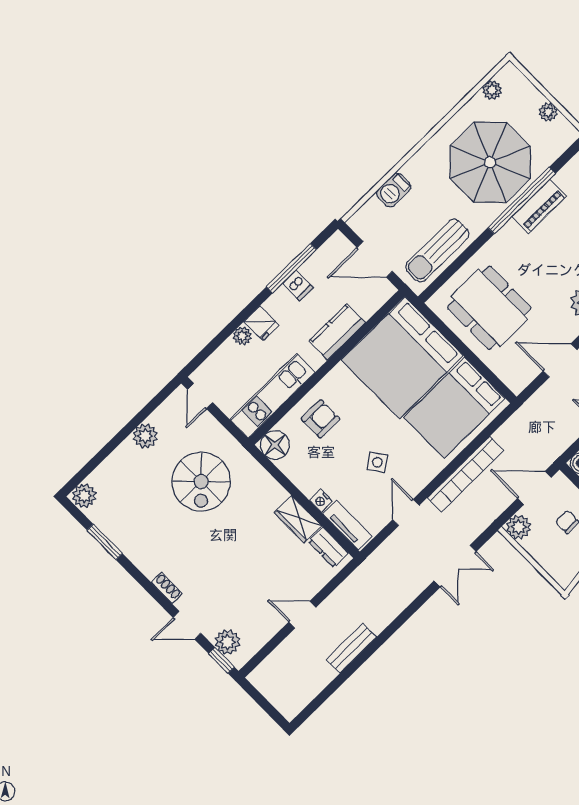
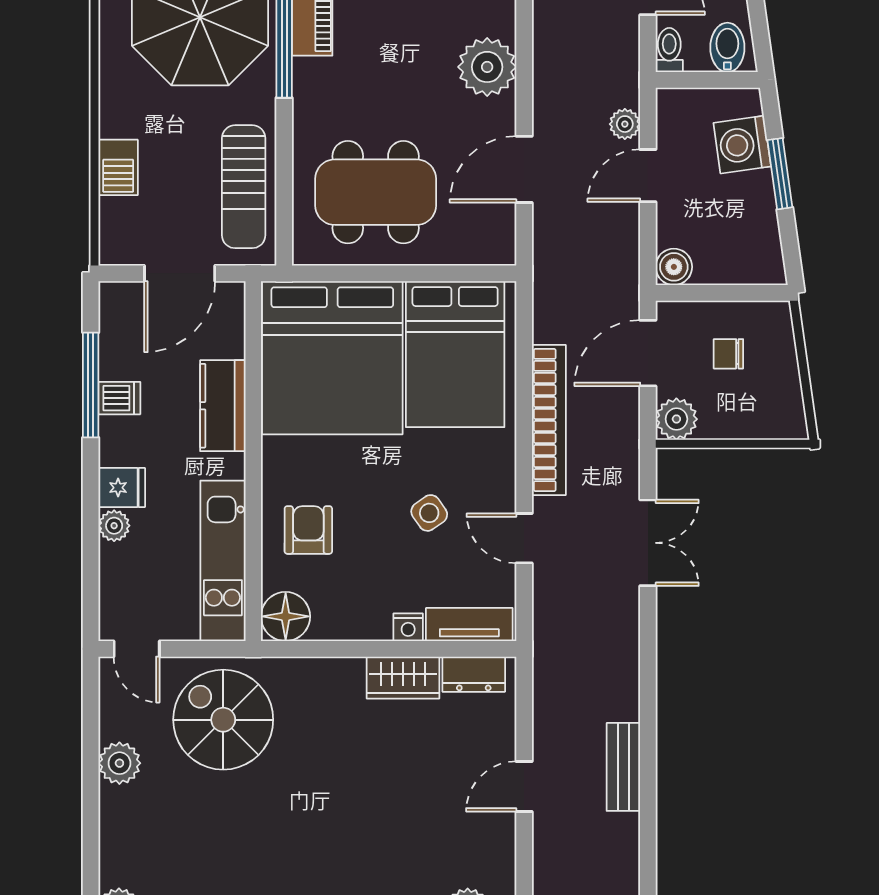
spiral stairs: (201, 482) -> (223, 720), moved, turned 180

